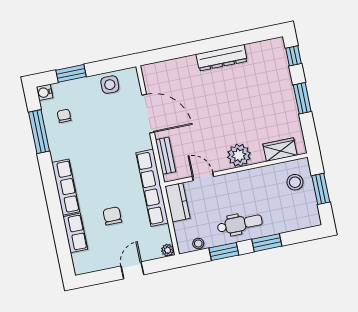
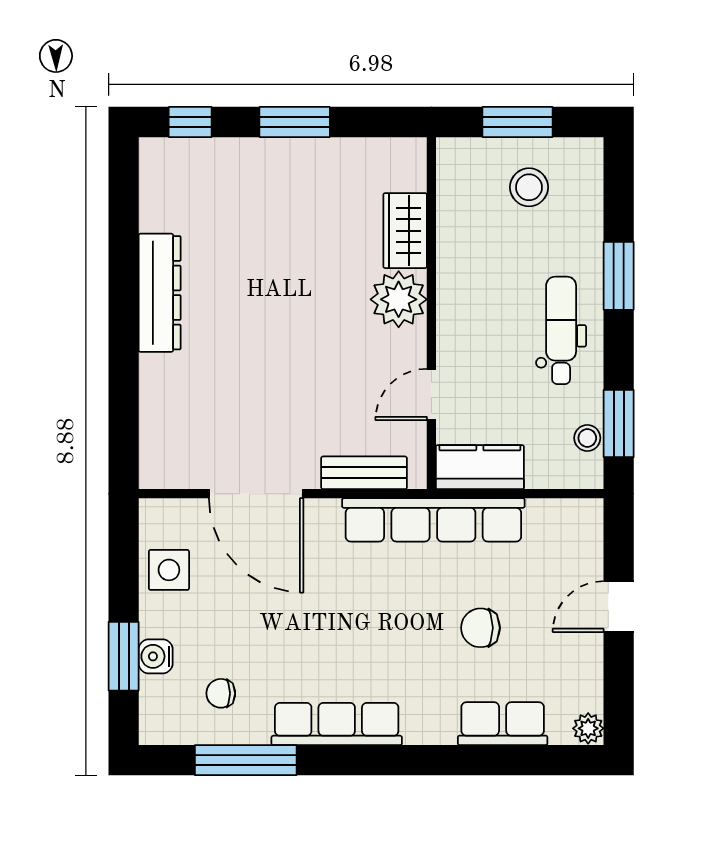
water cooler: (45, 92) -> (156, 656), moved, turned 90
door: (148, 114) -> (256, 494), swing flipped
wardrobe: (280, 150) -> (405, 231), moved
stool: (295, 182) -> (529, 187), moved
row of seats: (66, 187) -> (337, 724), moved
plant: (168, 250) -> (588, 728), moved
window: (224, 252) -> (619, 424), moved
door: (132, 270) -> (619, 607), hinge flipped

